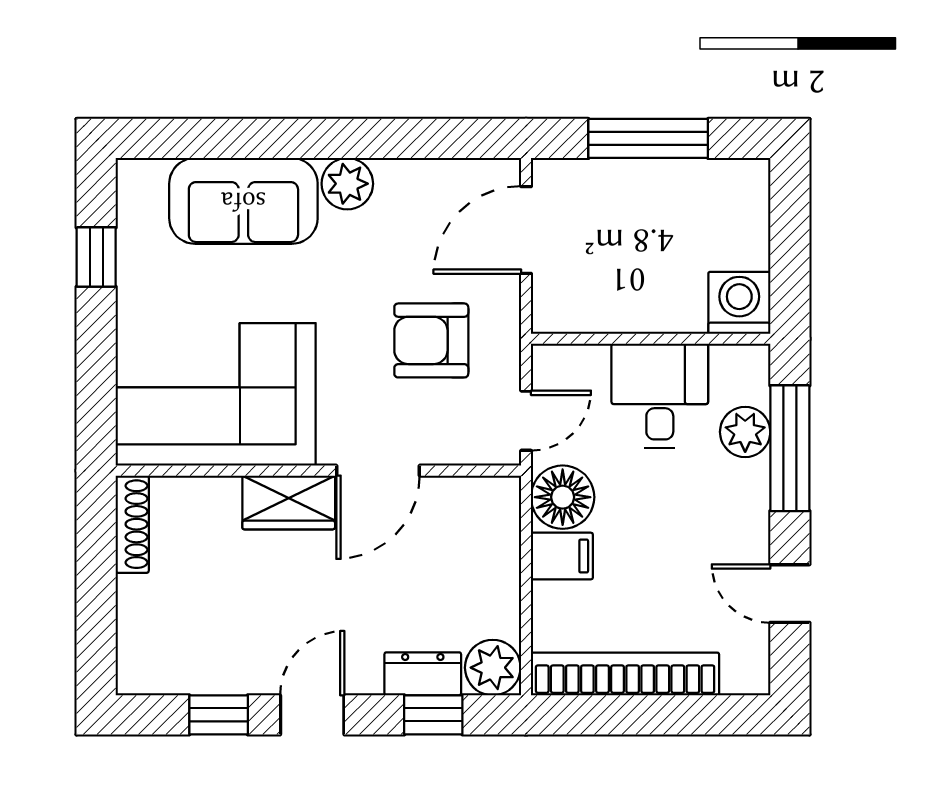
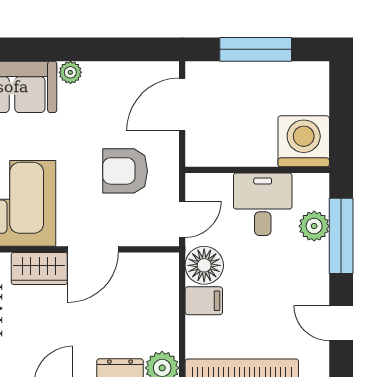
plant: (347, 184) -> (70, 72), width x0.73, depth x0.73
washing machine: (739, 303) -> (304, 141), width x1.37, depth x1.37

